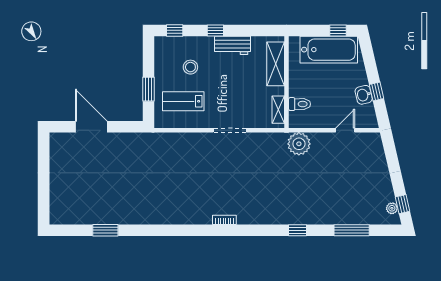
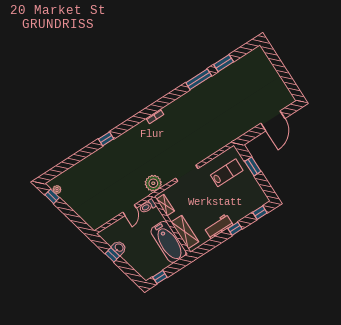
bathtub: (329, 50) -> (168, 242), moved, turned -90
stool: (190, 67) -> (236, 196), removed
toilet: (300, 104) -> (148, 206), moved
door: (91, 127) -> (273, 121), hinge flipped
door: (345, 130) -> (130, 210), moved
plant: (299, 144) -> (153, 183), moved
window: (352, 230) -> (199, 79), moved

